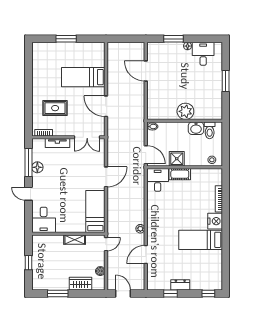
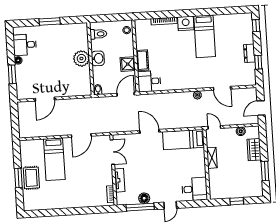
rug: (55, 108) -> (31, 178), moved
washbasin: (196, 128) -> (98, 58), moved

